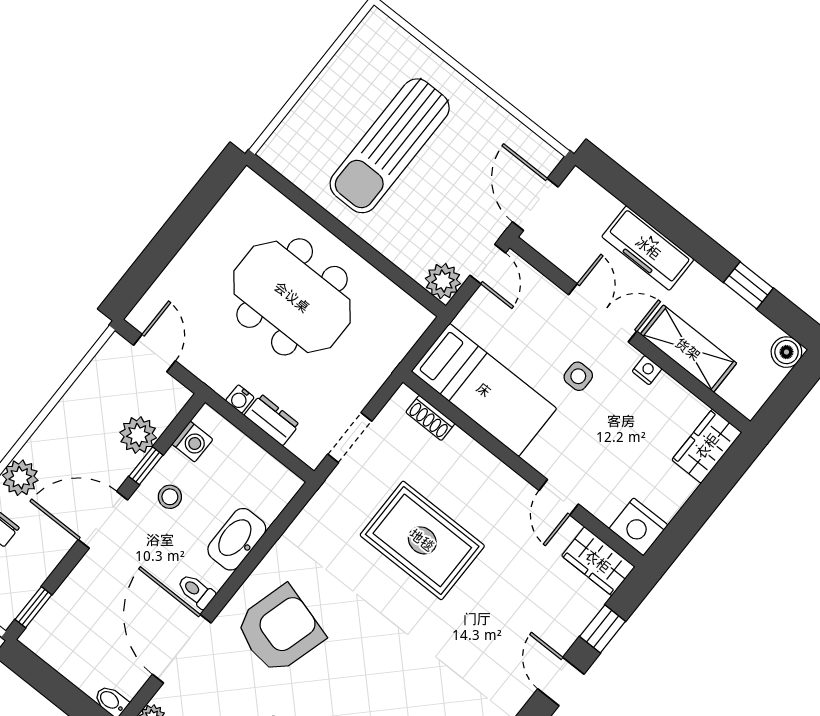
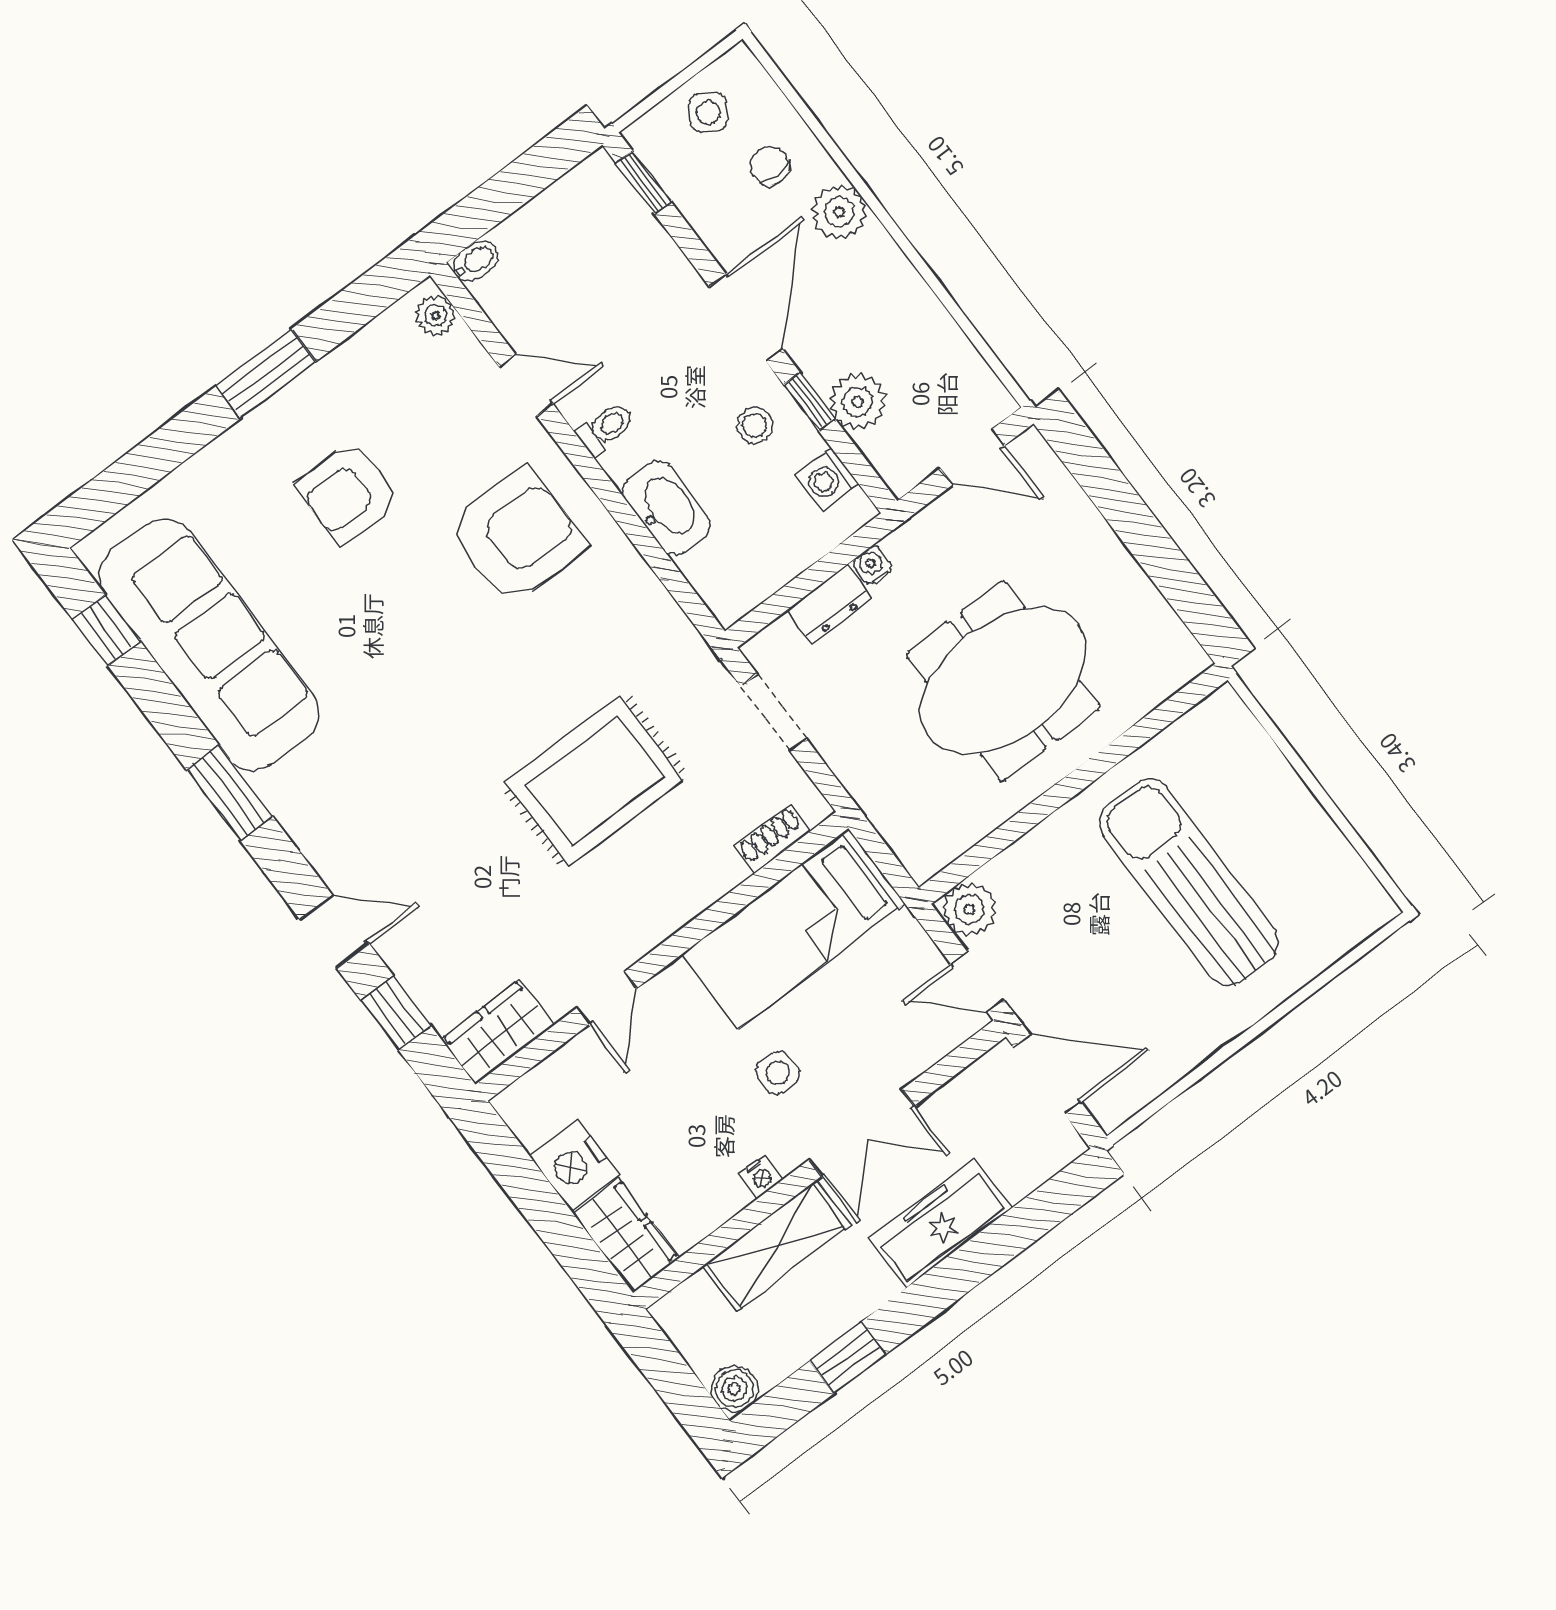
door: (559, 497) -> (607, 998), swing flipped
nightstand: (639, 527) -> (574, 1165), moved, turned -90
armchair: (280, 630) -> (517, 537), turned -106
door: (182, 649) -> (526, 385), width x0.53

